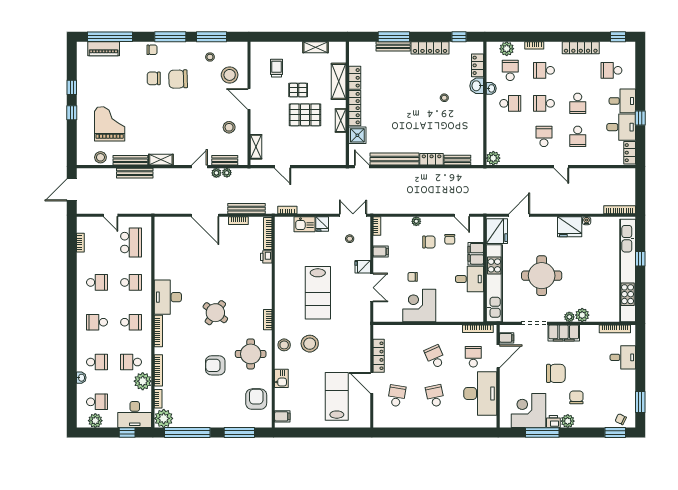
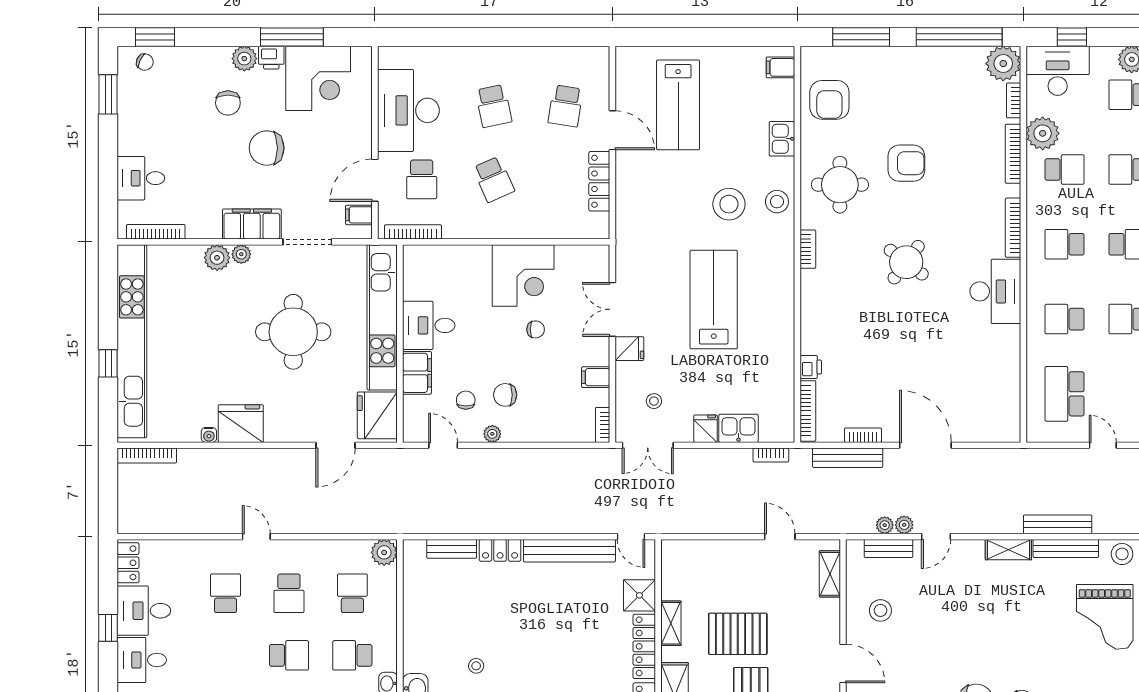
school desk: (578, 103) -> (352, 593), moved
plant: (416, 221) -> (492, 434), moved

